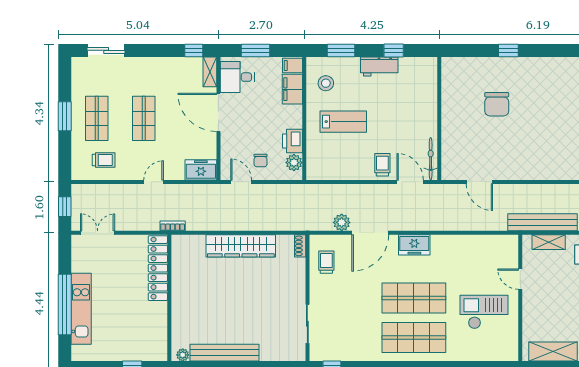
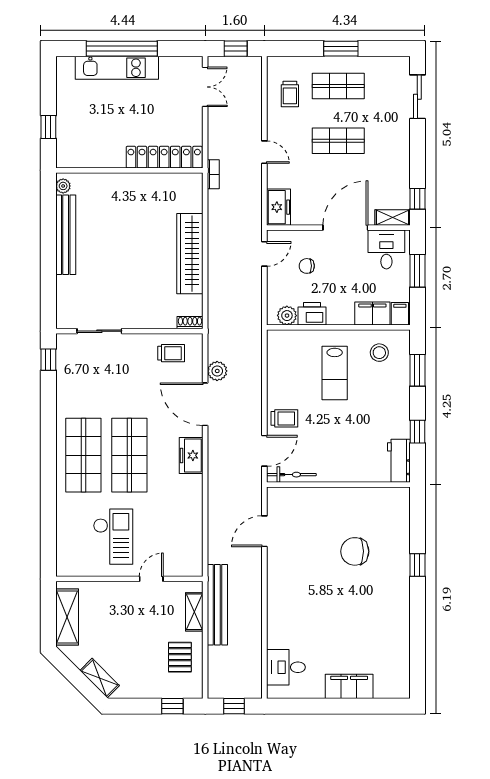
workbench: (379, 66) -> (399, 461), moved
chair: (261, 161) -> (307, 266), moved

